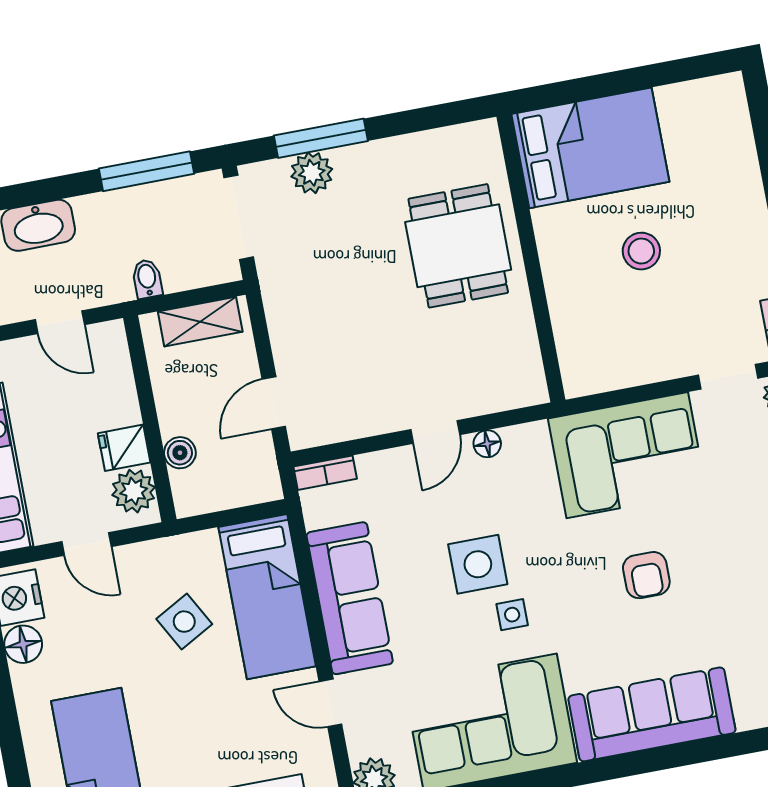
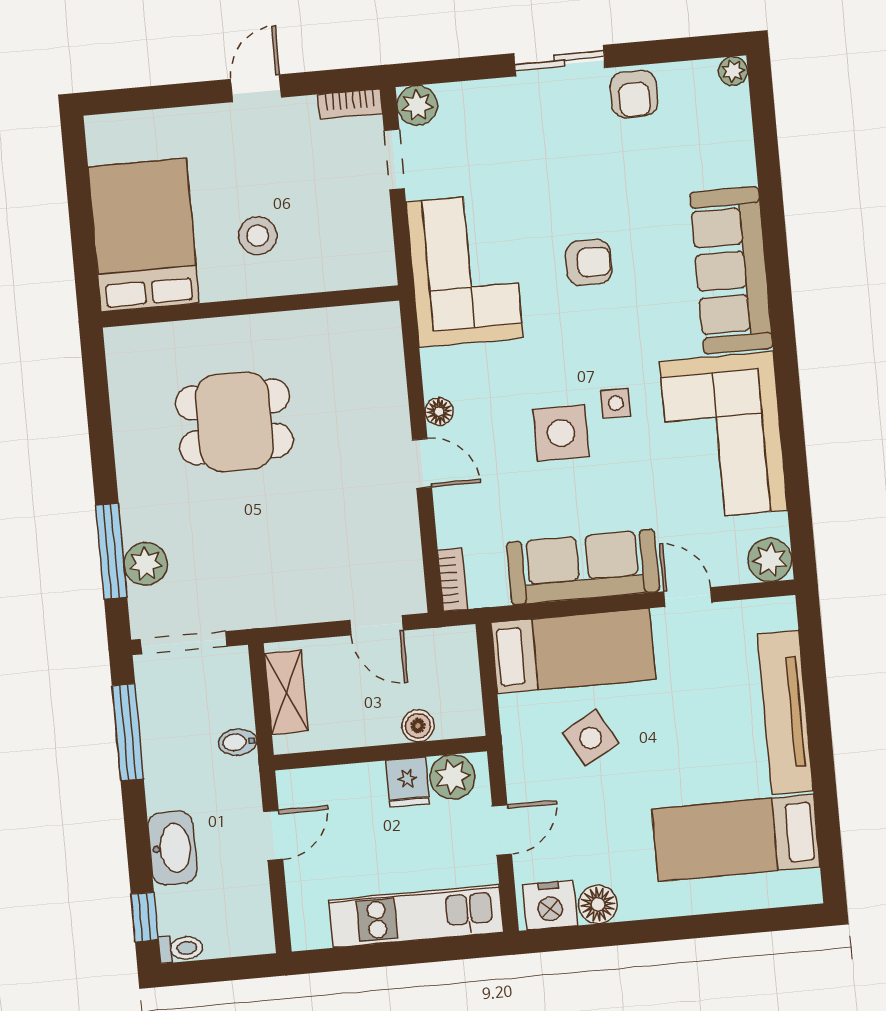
bed: (590, 148) -> (144, 235), moved
wall: (531, 258) -> (250, 306), moved
door: (330, 703) -> (688, 597), swing flipped

